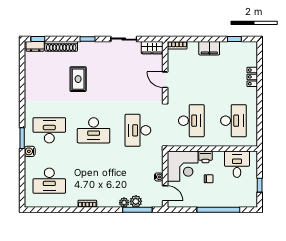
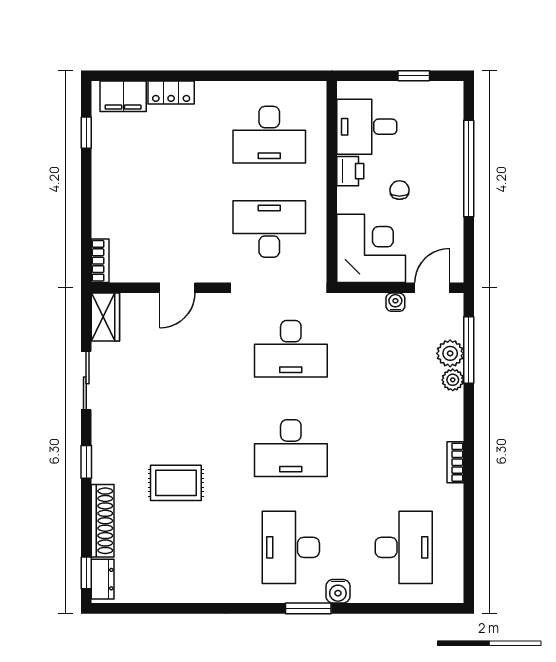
filing cabinet: (209, 48) -> (123, 96), moved, turned 90
desk: (233, 121) -> (269, 135), turned 180
desk: (94, 130) -> (291, 448), turned 90
printer: (205, 157) -> (350, 171), moved

